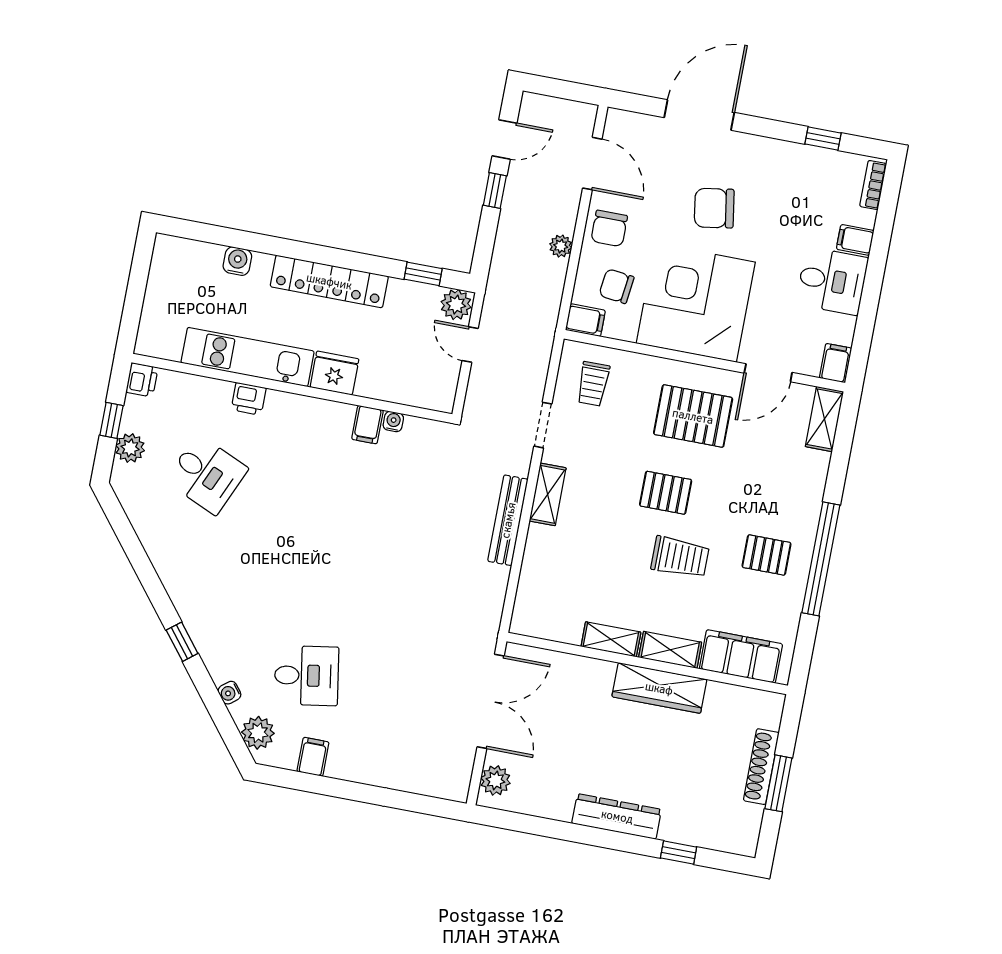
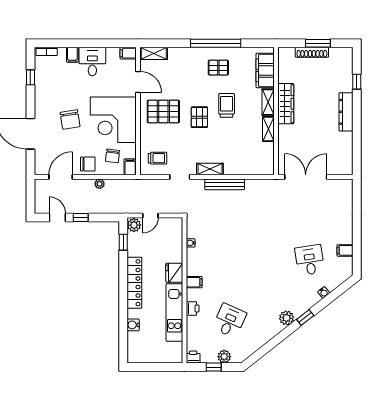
pallet: (693, 416) -> (163, 111), turned 90
filing cabinet: (367, 425) -> (194, 282), moved
pallet: (767, 555) -> (218, 68), turned 90
plant: (258, 733) -> (287, 318), moved
plant: (495, 780) -> (340, 168), removed

